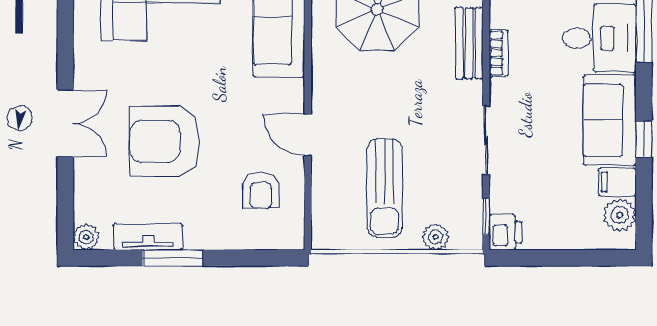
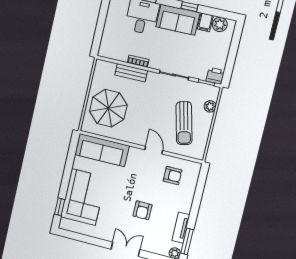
door: (308, 135) -> (154, 150), swing flipped
armchair: (165, 141) -> (143, 210), width x0.53, depth x0.53
sun lounger: (385, 188) -> (184, 123), turned 76
window: (173, 258) -> (187, 241), moved

